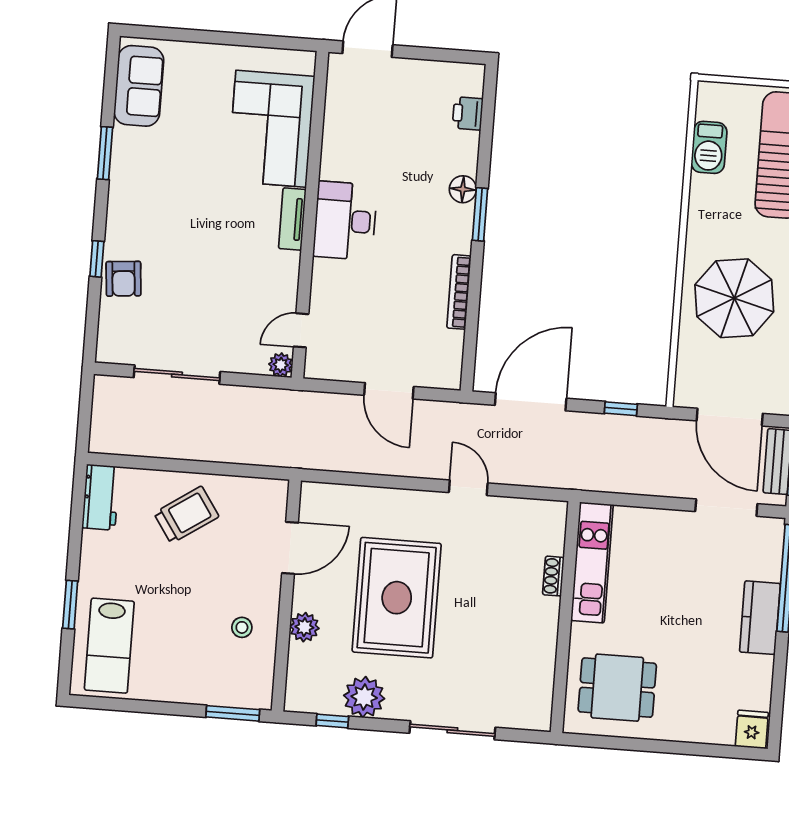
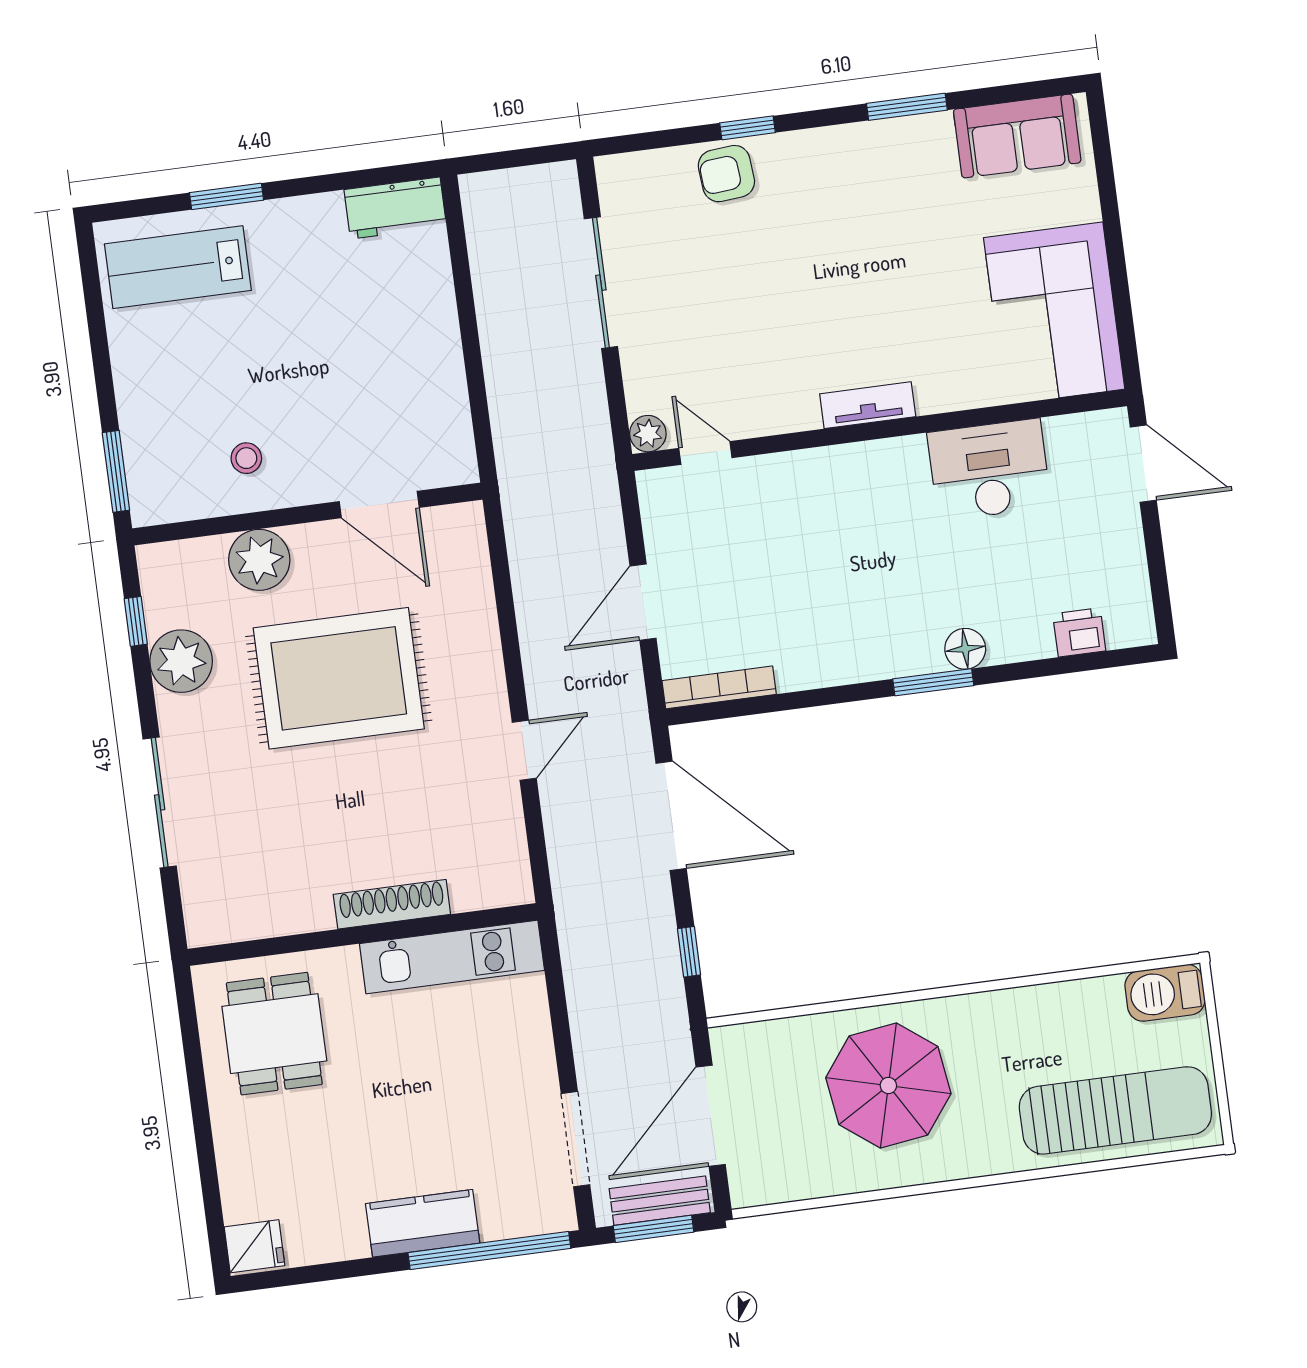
corner sofa: (271, 129) -> (1054, 313), moved, turned -90
barbecue: (709, 147) -> (1165, 993), moved
desk: (345, 221) -> (989, 470), moved
bookcase: (459, 292) -> (719, 687), moved
trolley: (186, 515) -> (396, 341), removed
shoe rack: (553, 576) -> (392, 904), width x1.94, depth x1.24
plant: (304, 627) -> (259, 560), width x1.36, depth x1.36

